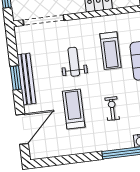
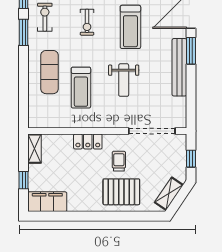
treadmill: (110, 51) -> (81, 88), turned 180
window: (16, 78) -> (191, 51), moved

